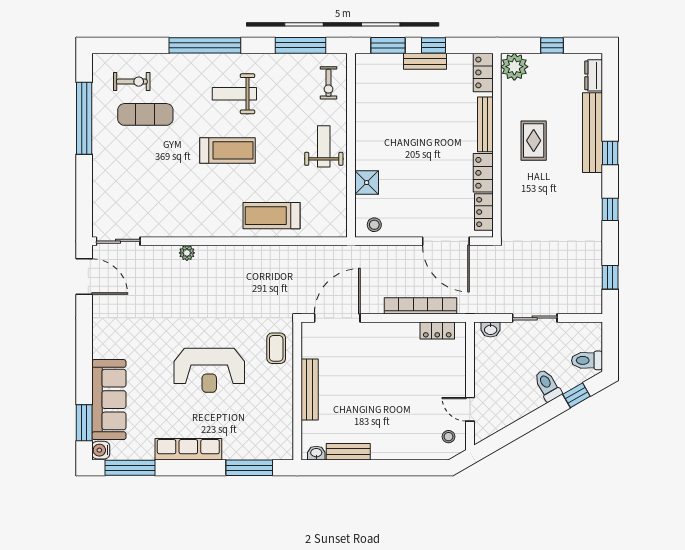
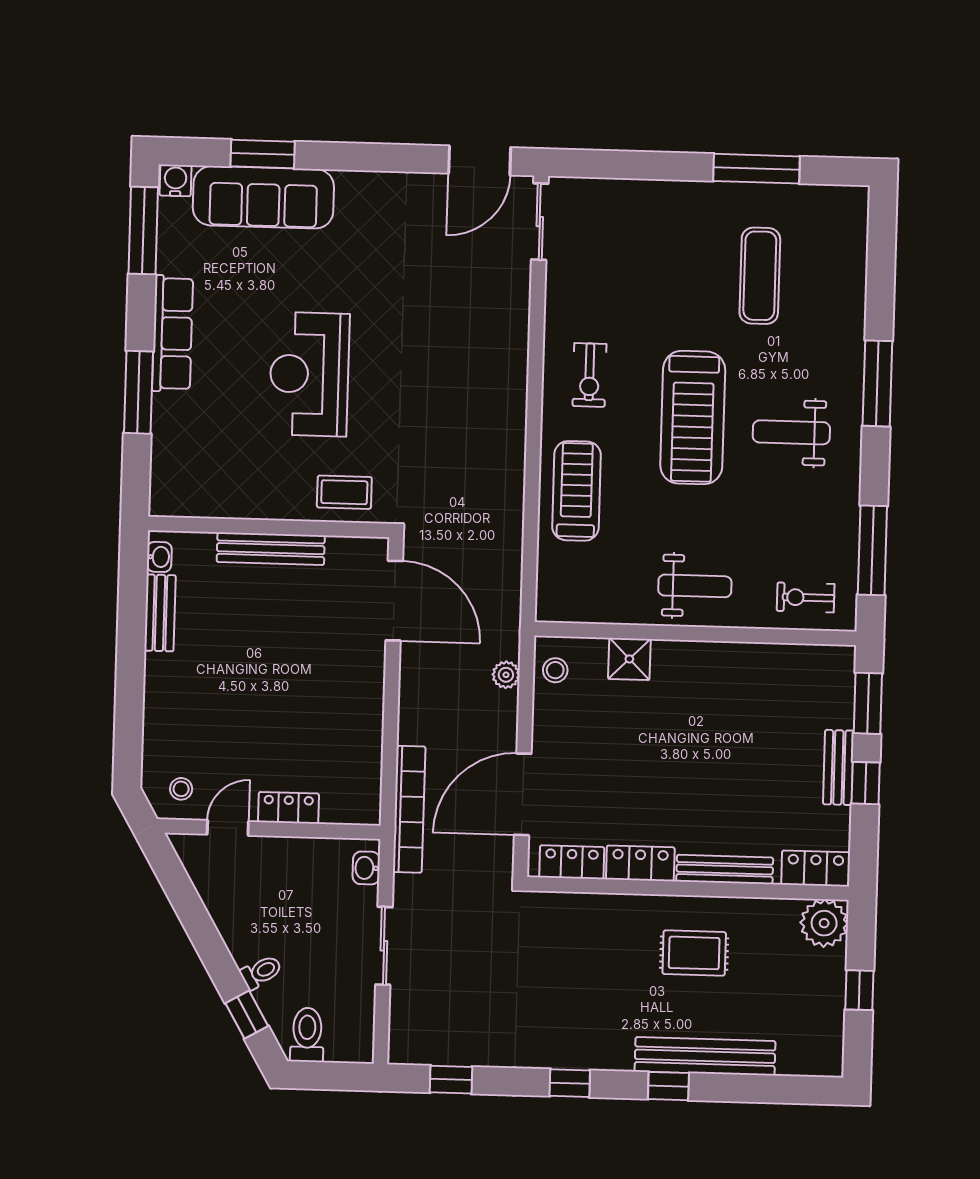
window: (205, 45) -> (877, 383), width x0.68
dresser: (594, 75) -> (805, 1061), removed
exercise bike: (132, 82) -> (589, 375), moved
weight bench: (234, 94) -> (791, 432), turned -90
window: (84, 118) -> (757, 169), width x0.68
treadmill: (228, 150) -> (693, 418), width x1.37, depth x1.38
plant: (187, 253) -> (506, 675), moved
bookcase: (421, 306) -> (409, 809), moved
locker: (437, 330) -> (289, 808), moved, turned 90
toilet: (547, 385) -> (261, 972), width x0.73, depth x0.72
window: (84, 423) -> (263, 154), moved
window: (249, 468) -> (138, 392), moved

